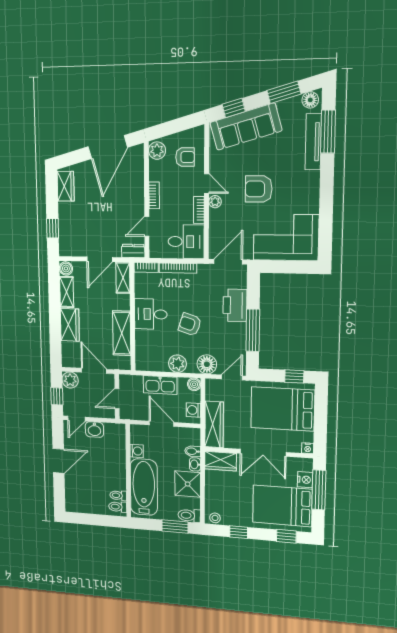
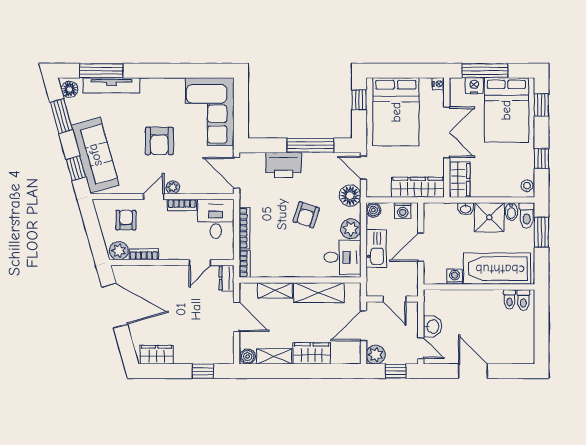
bookcase: (154, 195) -> (144, 254), moved
door: (147, 226) -> (200, 263), hinge flipped
shelving: (123, 278) -> (275, 290), moved
desk: (151, 314) -> (342, 257), moved, turned -90
bidet: (193, 451) -> (511, 212), moved

